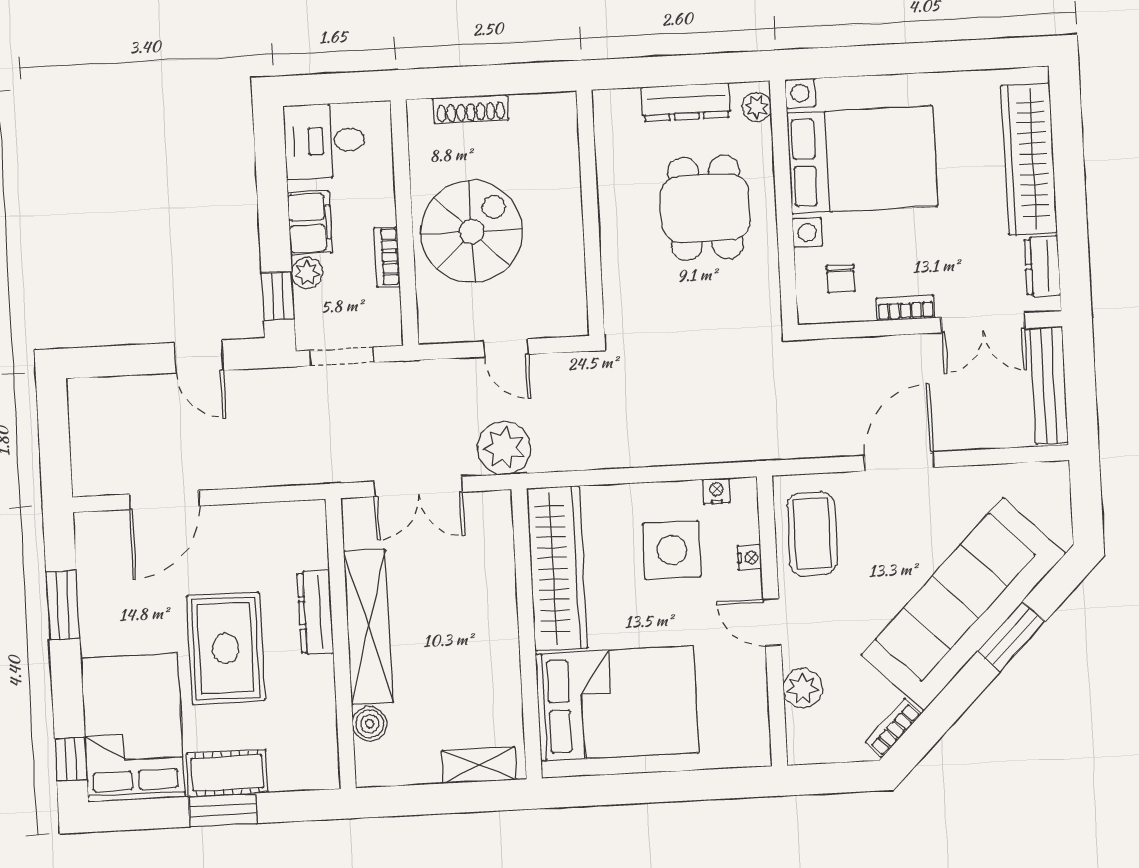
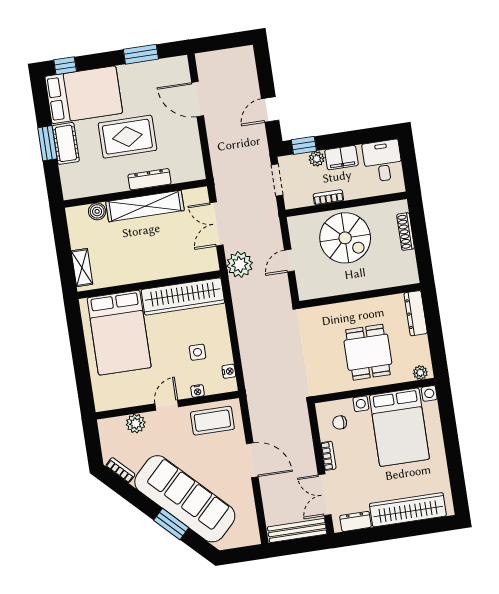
dresser: (686, 102) -> (416, 313), moved
dining table: (705, 208) -> (368, 352), turned 90
side table: (672, 550) -> (197, 352), width x0.54, depth x0.54

